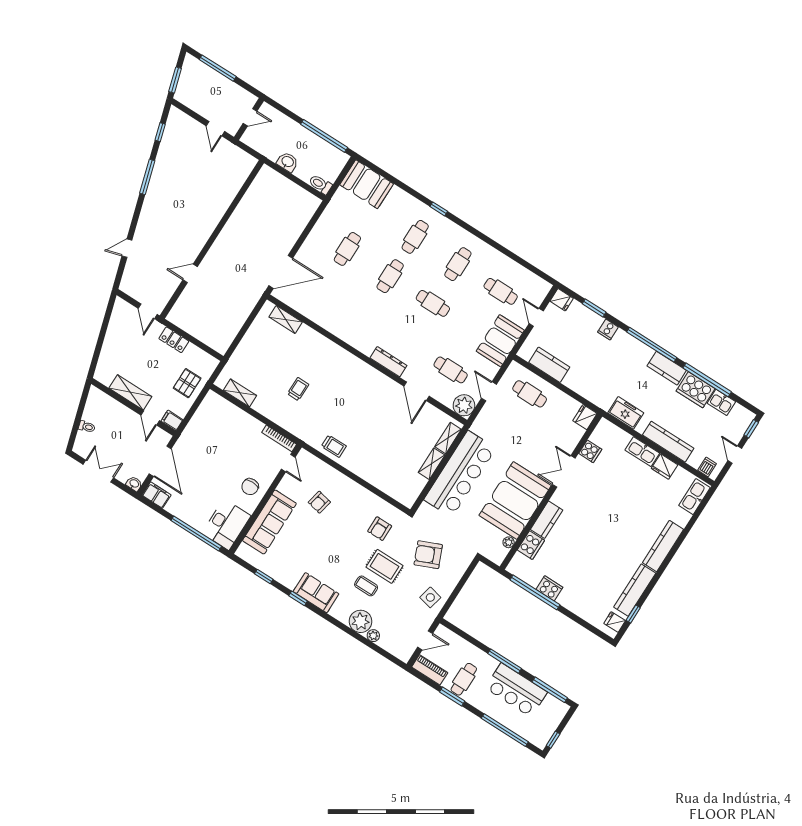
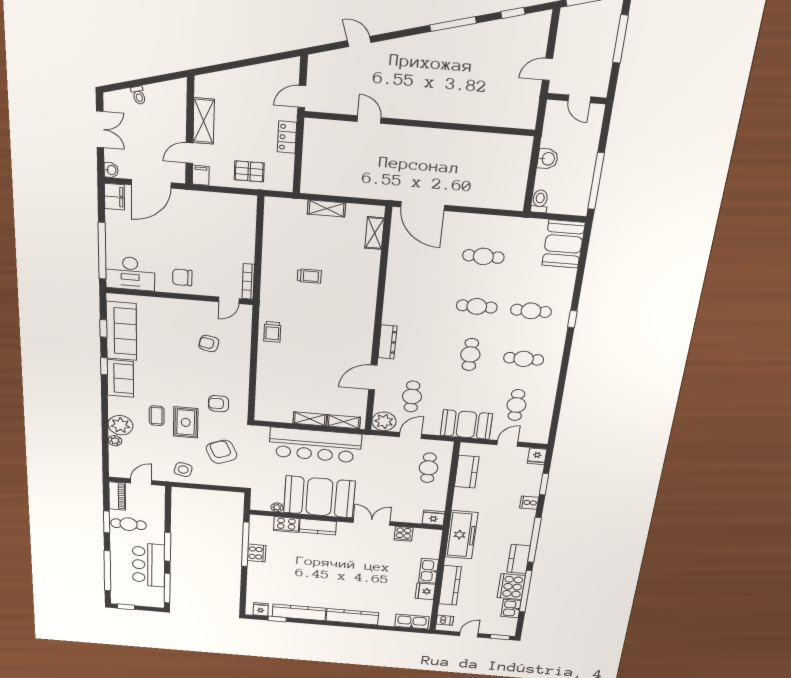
shelving: (240, 393) -> (326, 208), moved, turned 90
freezer: (626, 413) -> (461, 535), width x1.91, depth x1.26
sofa: (269, 522) -> (121, 331), moved, turned -90
door: (425, 640) -> (141, 482), swing flipped

